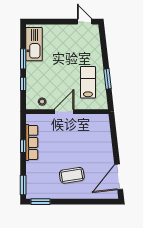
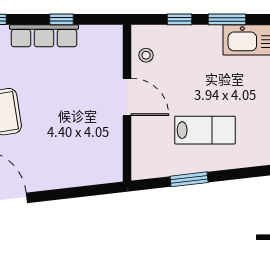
lab bench: (88, 82) -> (205, 130), moved
row of seats: (32, 142) -> (44, 36), moved

